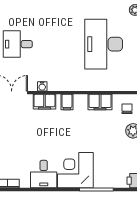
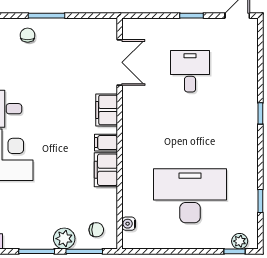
water cooler: (42, 86) -> (129, 224), moved
filing cabinet: (100, 102) -> (106, 170), moved

